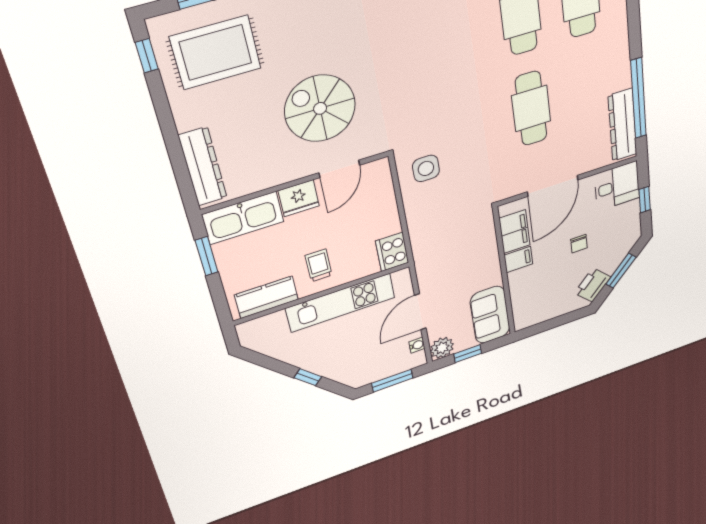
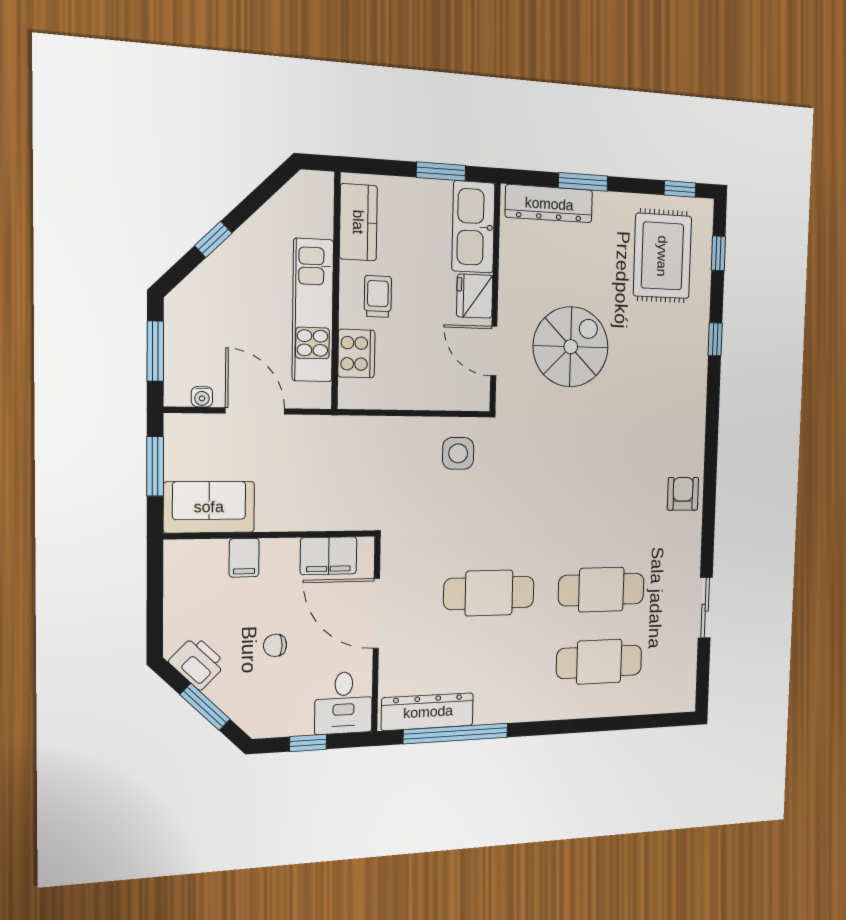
window: (173, 145) -> (583, 182), added
cooker: (392, 252) -> (356, 353), moved, turned 90
filing cabinet: (518, 260) -> (244, 558), moved
trolley: (319, 265) -> (378, 296), turned -90
plant: (442, 348) -> (182, 431), removed
window: (468, 354) -> (155, 466), width x1.50

